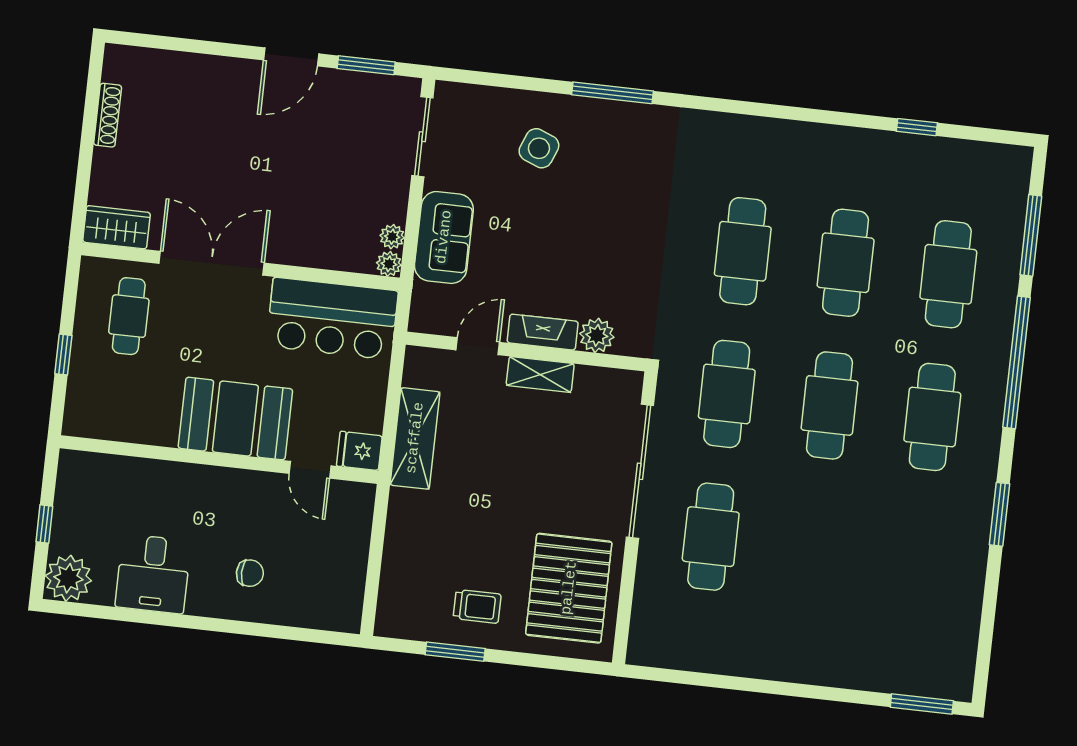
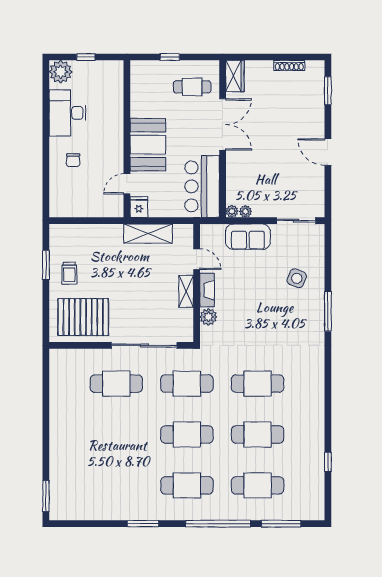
window: (366, 65) -> (328, 91), moved
desk: (153, 574) -> (67, 113), width x1.37

